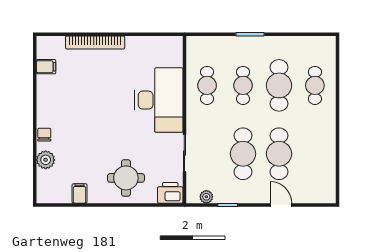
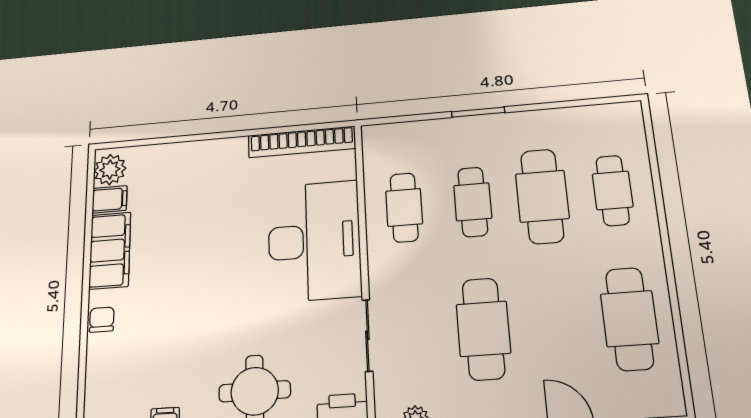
bookcase: (95, 43) -> (302, 142), moved
filing cabinet: (47, 96) -> (110, 250), added
cafe table: (279, 154) -> (630, 319), moved
plant: (46, 160) -> (110, 170), moved

